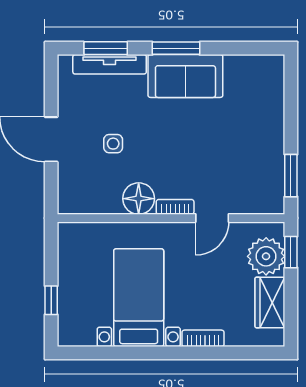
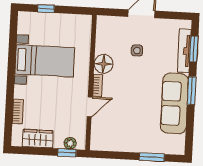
sofa: (185, 76) -> (174, 103), width x1.36
window: (291, 176) -> (152, 157), moved
door: (212, 218) -> (90, 107), swing flipped
plant: (266, 256) -> (70, 143), width x0.53, depth x0.53
bookcase: (203, 338) -> (18, 112), moved

